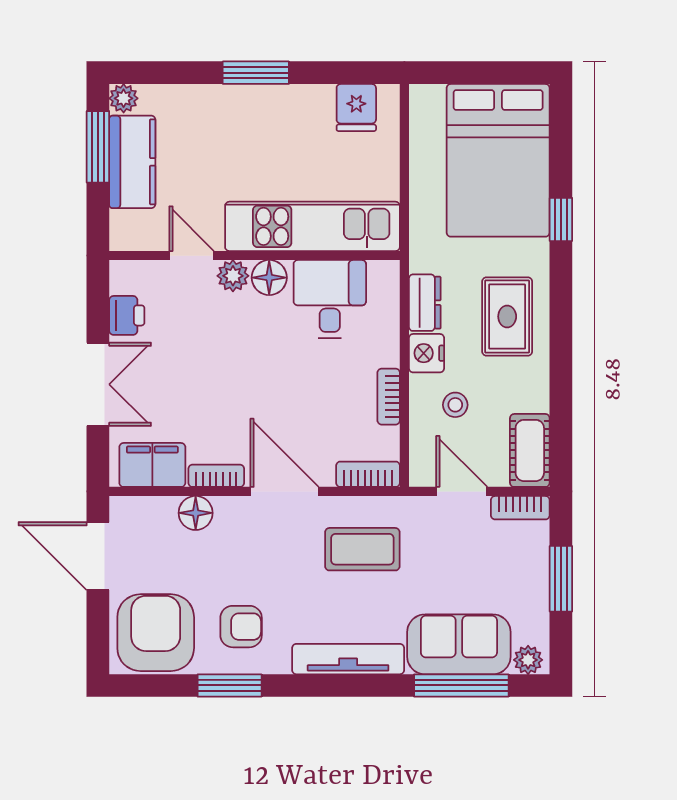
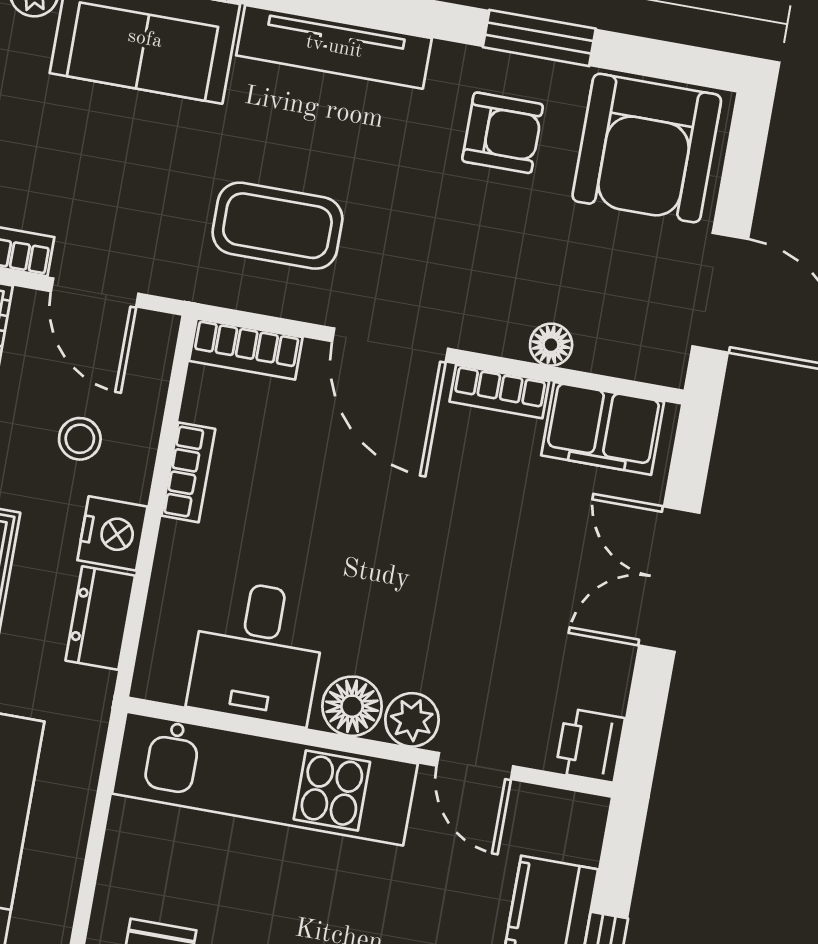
printer: (127, 315) -> (590, 745), moved
floor lamp: (196, 513) -> (551, 345), width x0.73, depth x0.73
armchair: (241, 627) -> (503, 133), turned 180

